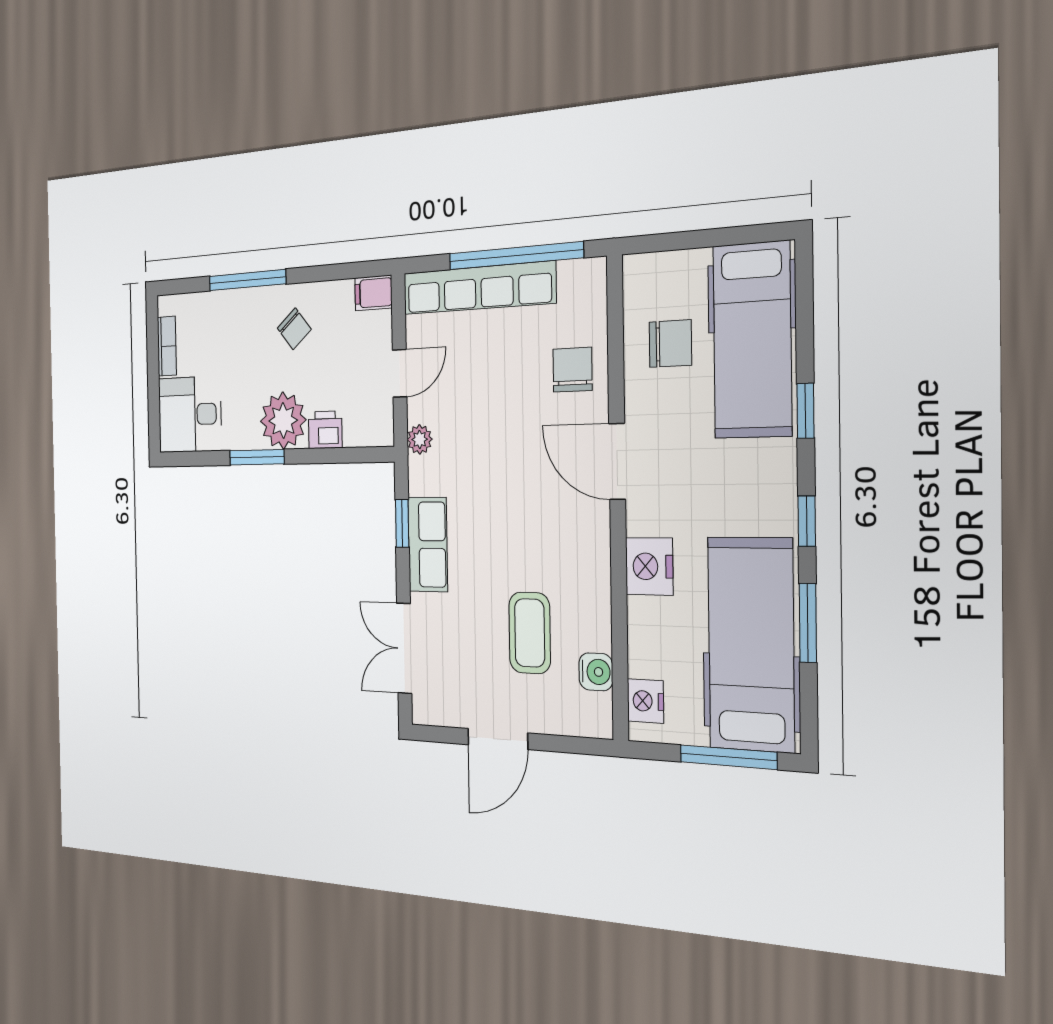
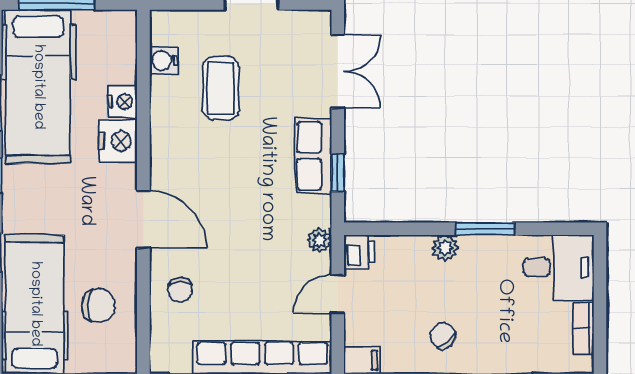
chair: (670, 344) -> (98, 305), turned 180
chair: (572, 370) -> (180, 290), width x0.73, depth x0.73
plant: (283, 421) -> (445, 248), width x0.53, depth x0.53
printer: (325, 430) -> (359, 252), moved, turned -90
nightstand: (645, 701) -> (123, 102), moved

